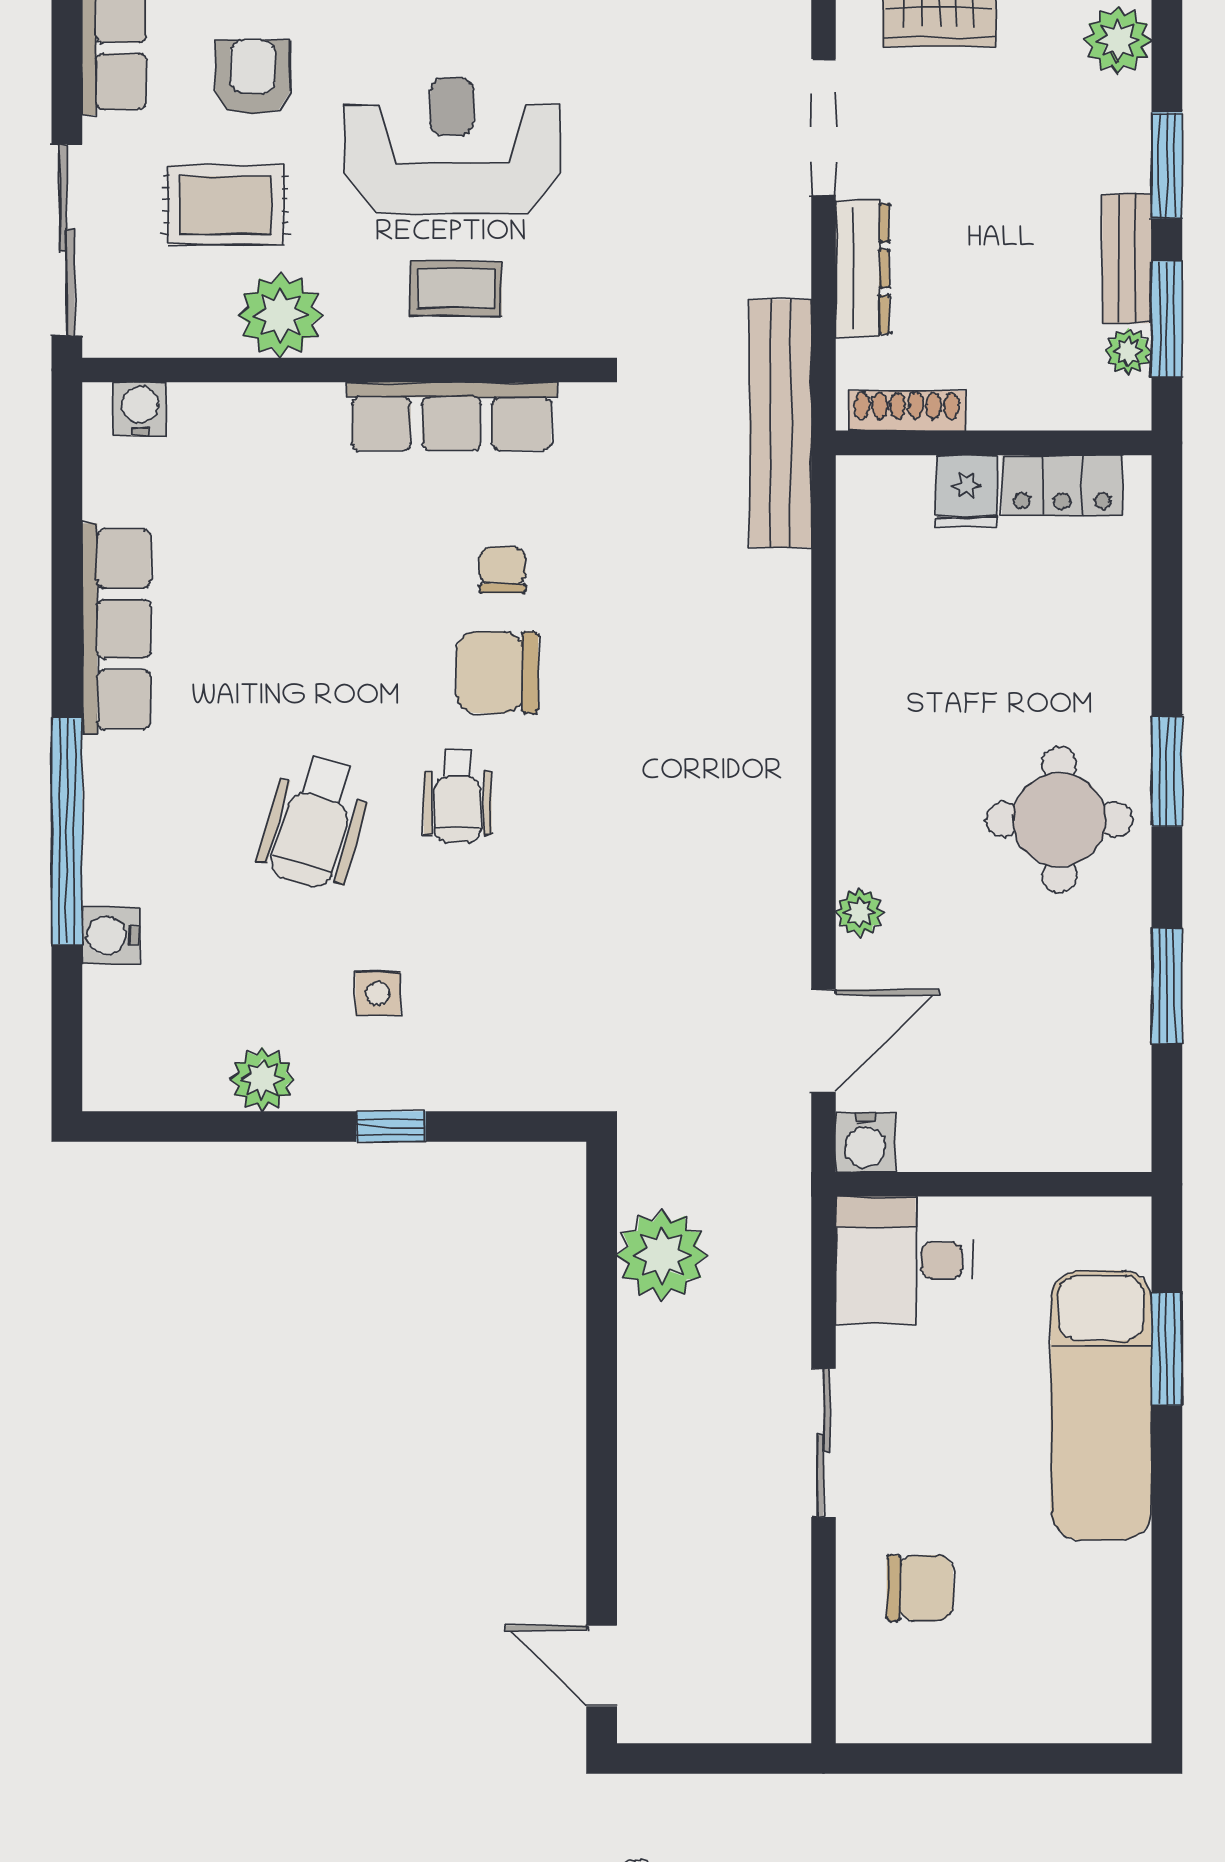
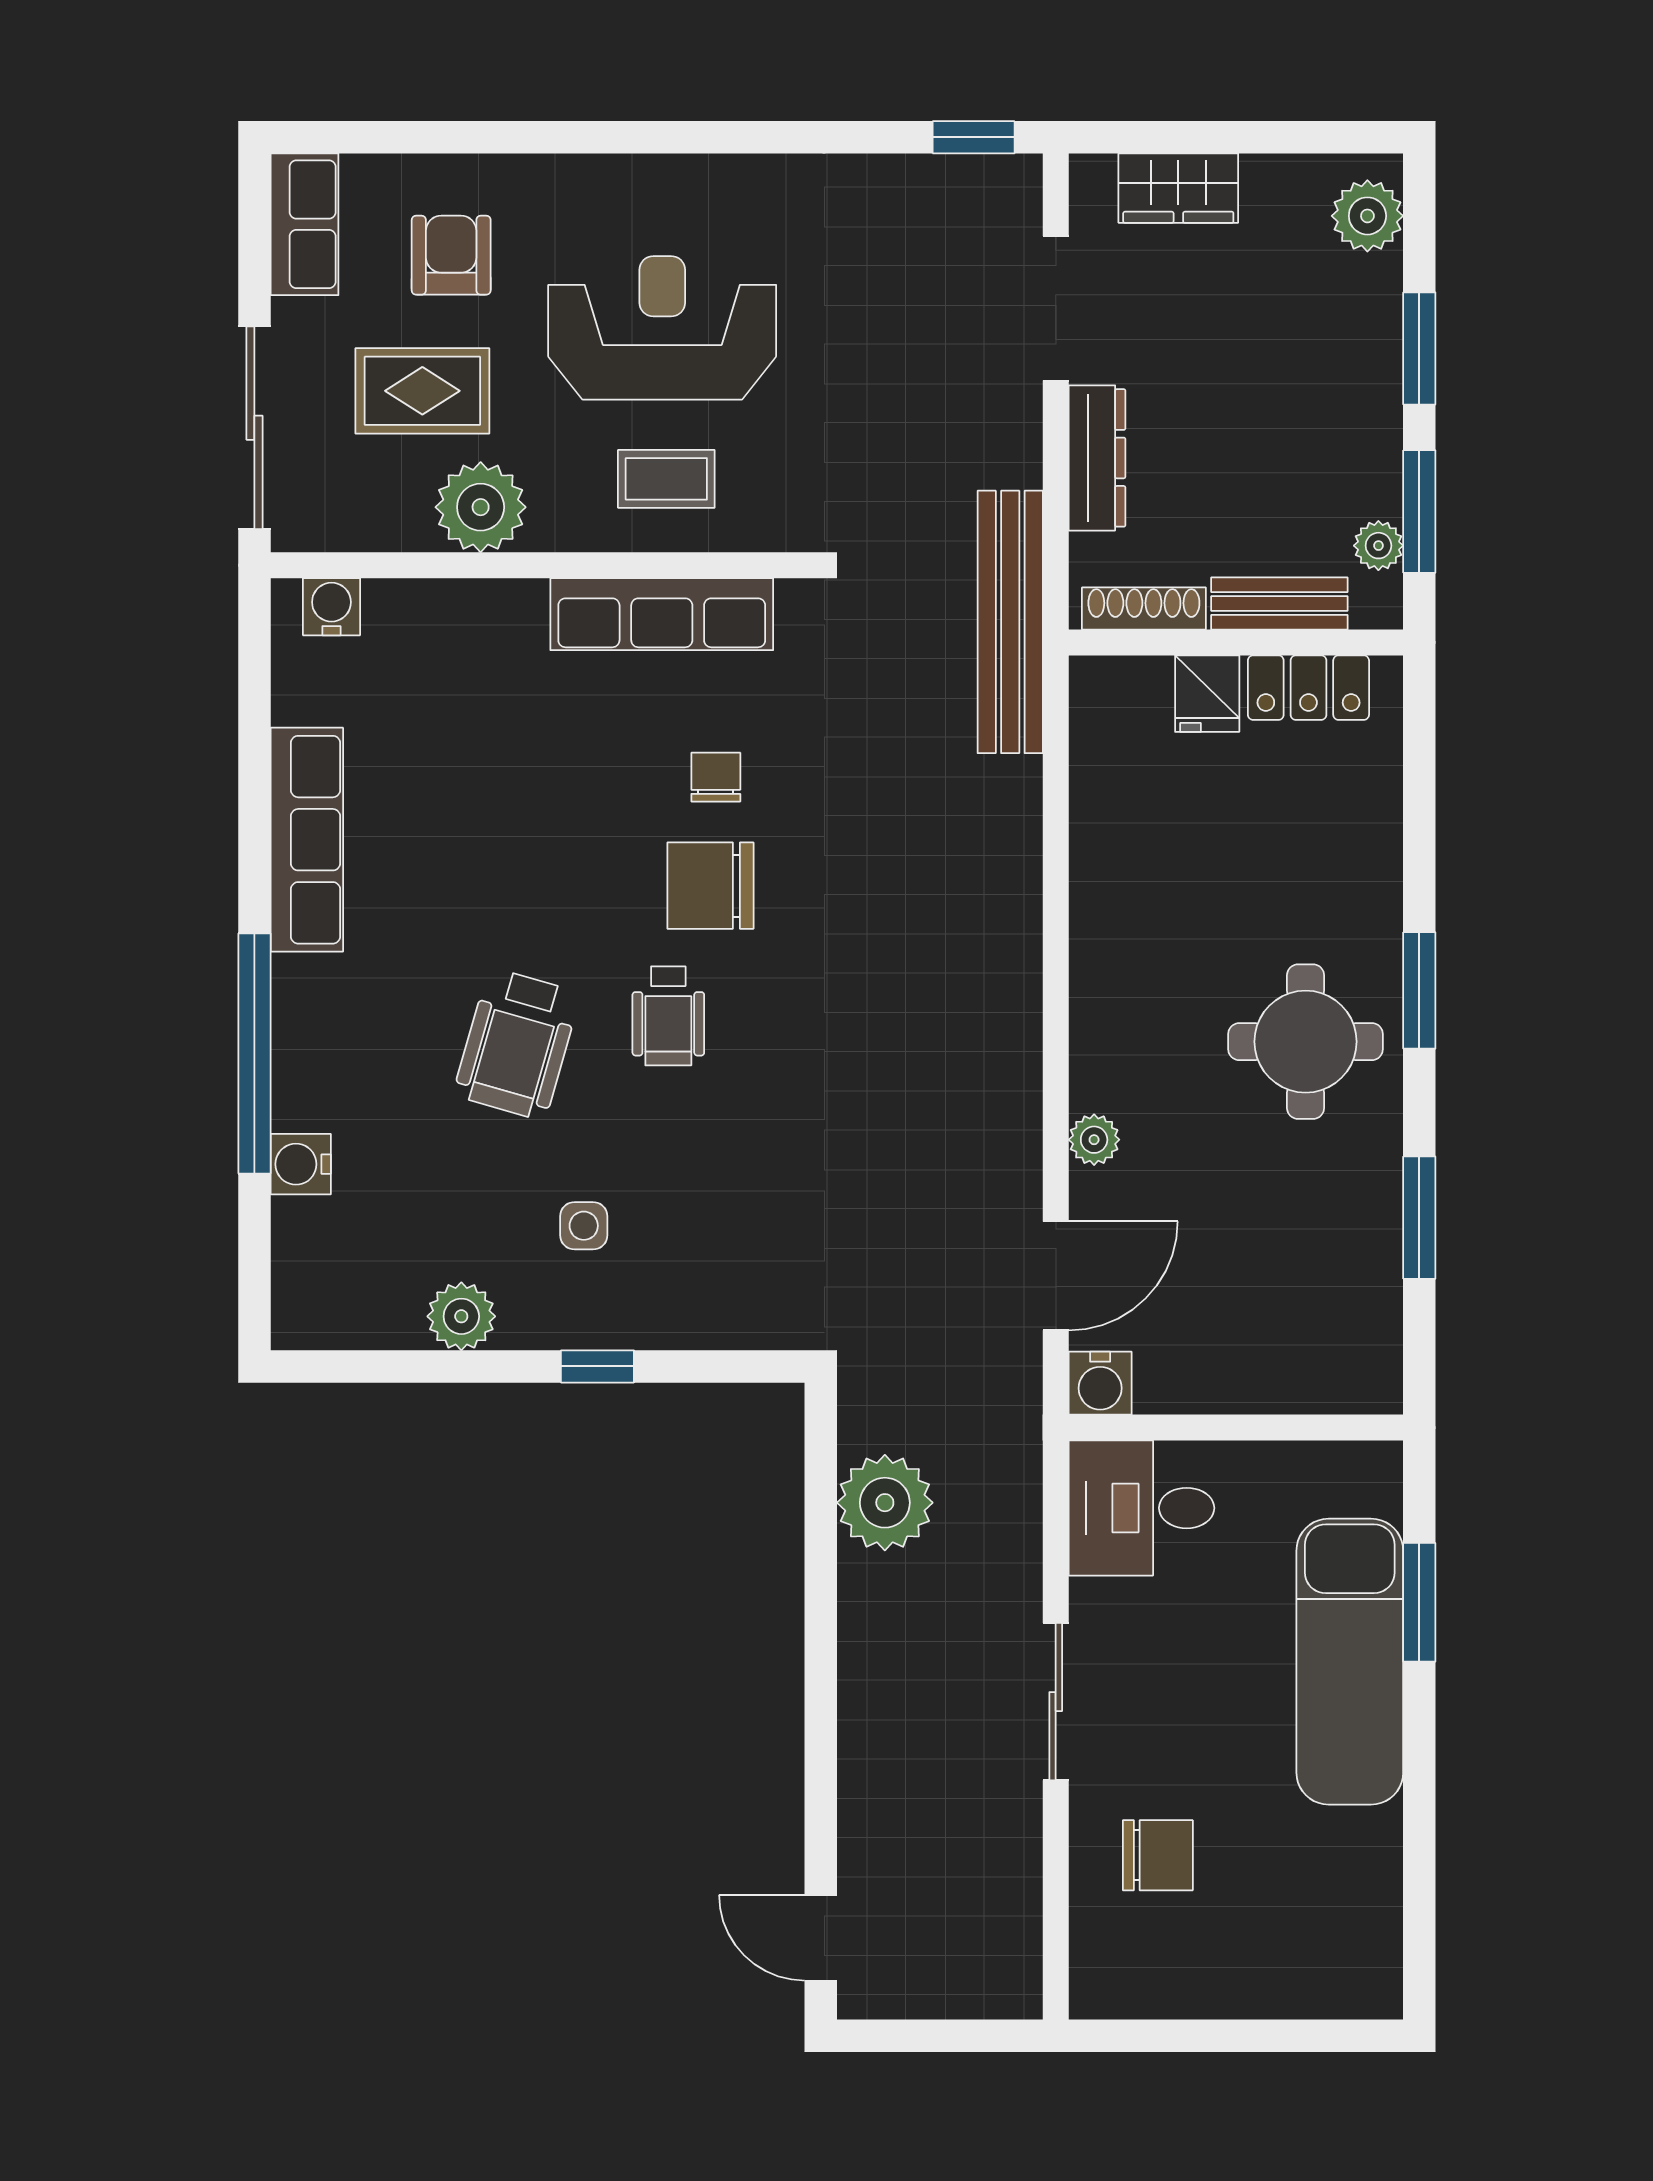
bench: (1127, 259) -> (1279, 603), moved, turned 90

